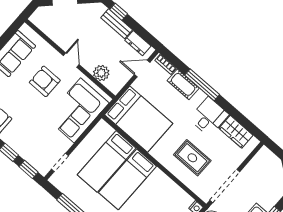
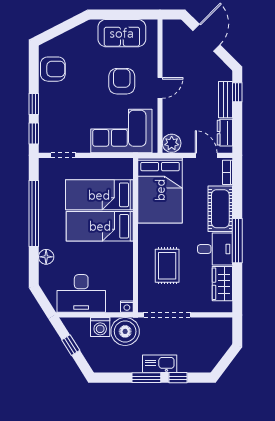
plant: (101, 73) -> (172, 143), moved
cot: (183, 84) -> (220, 209), width x1.37, depth x1.34
window: (202, 85) -> (237, 241), moved

